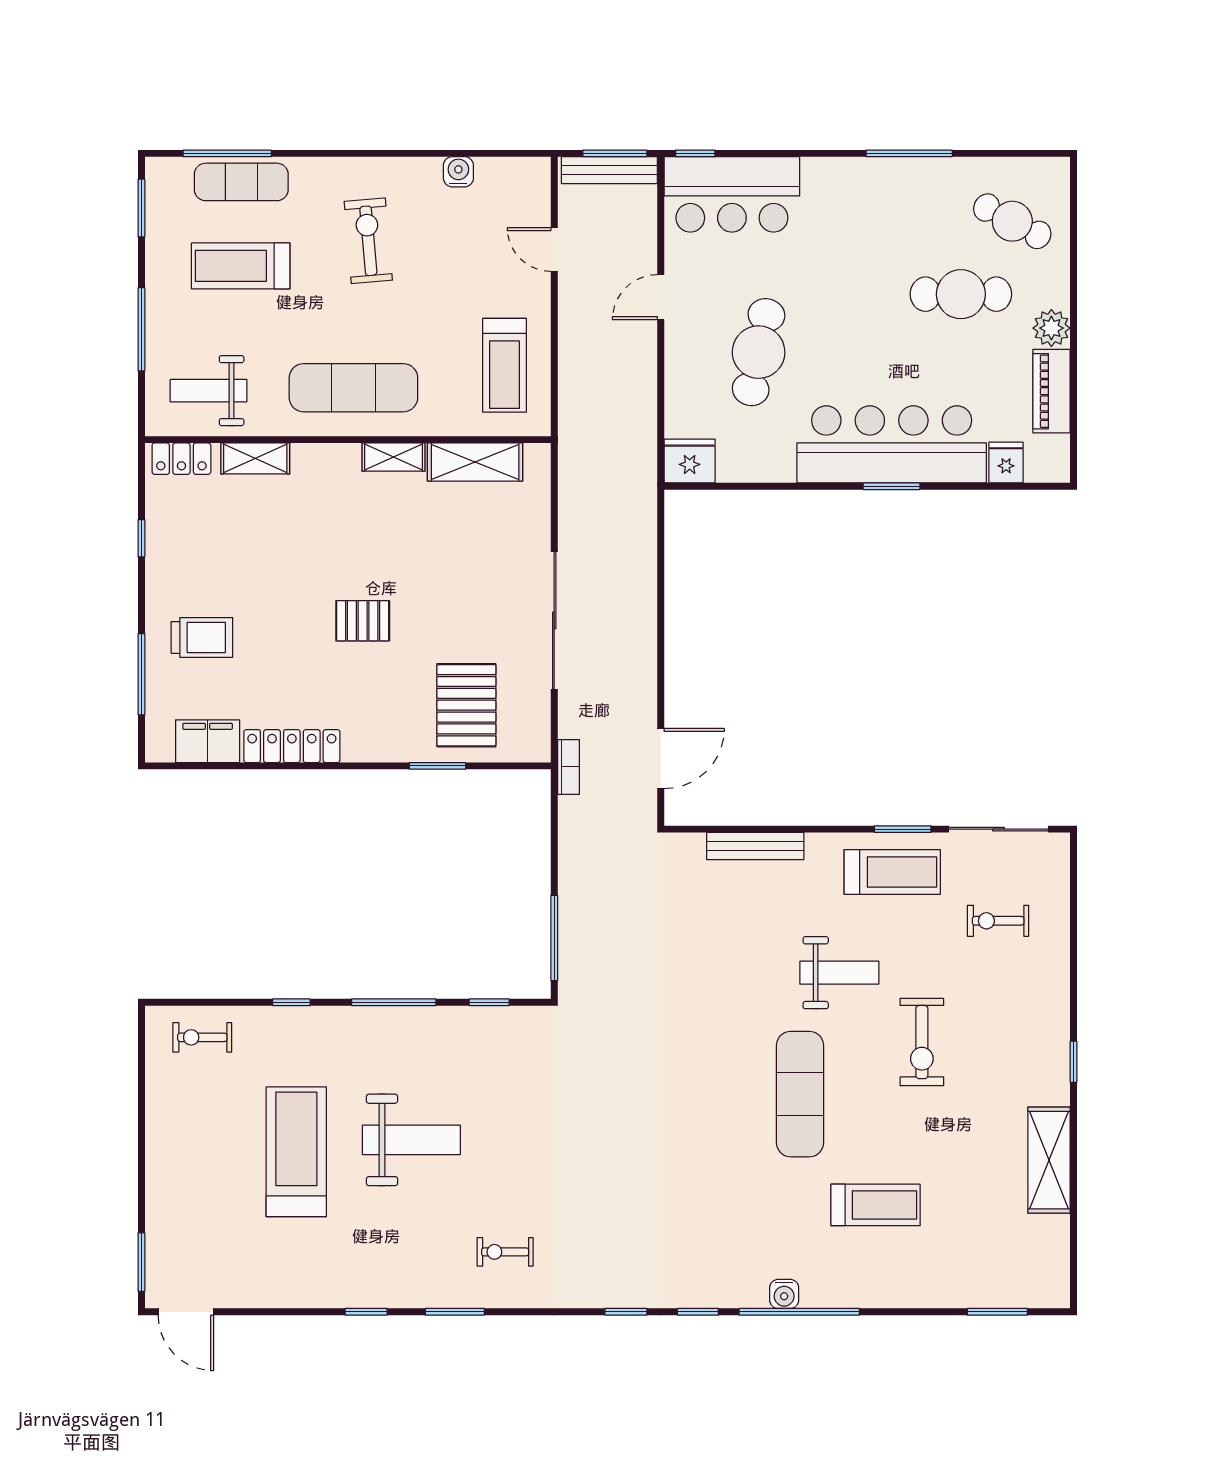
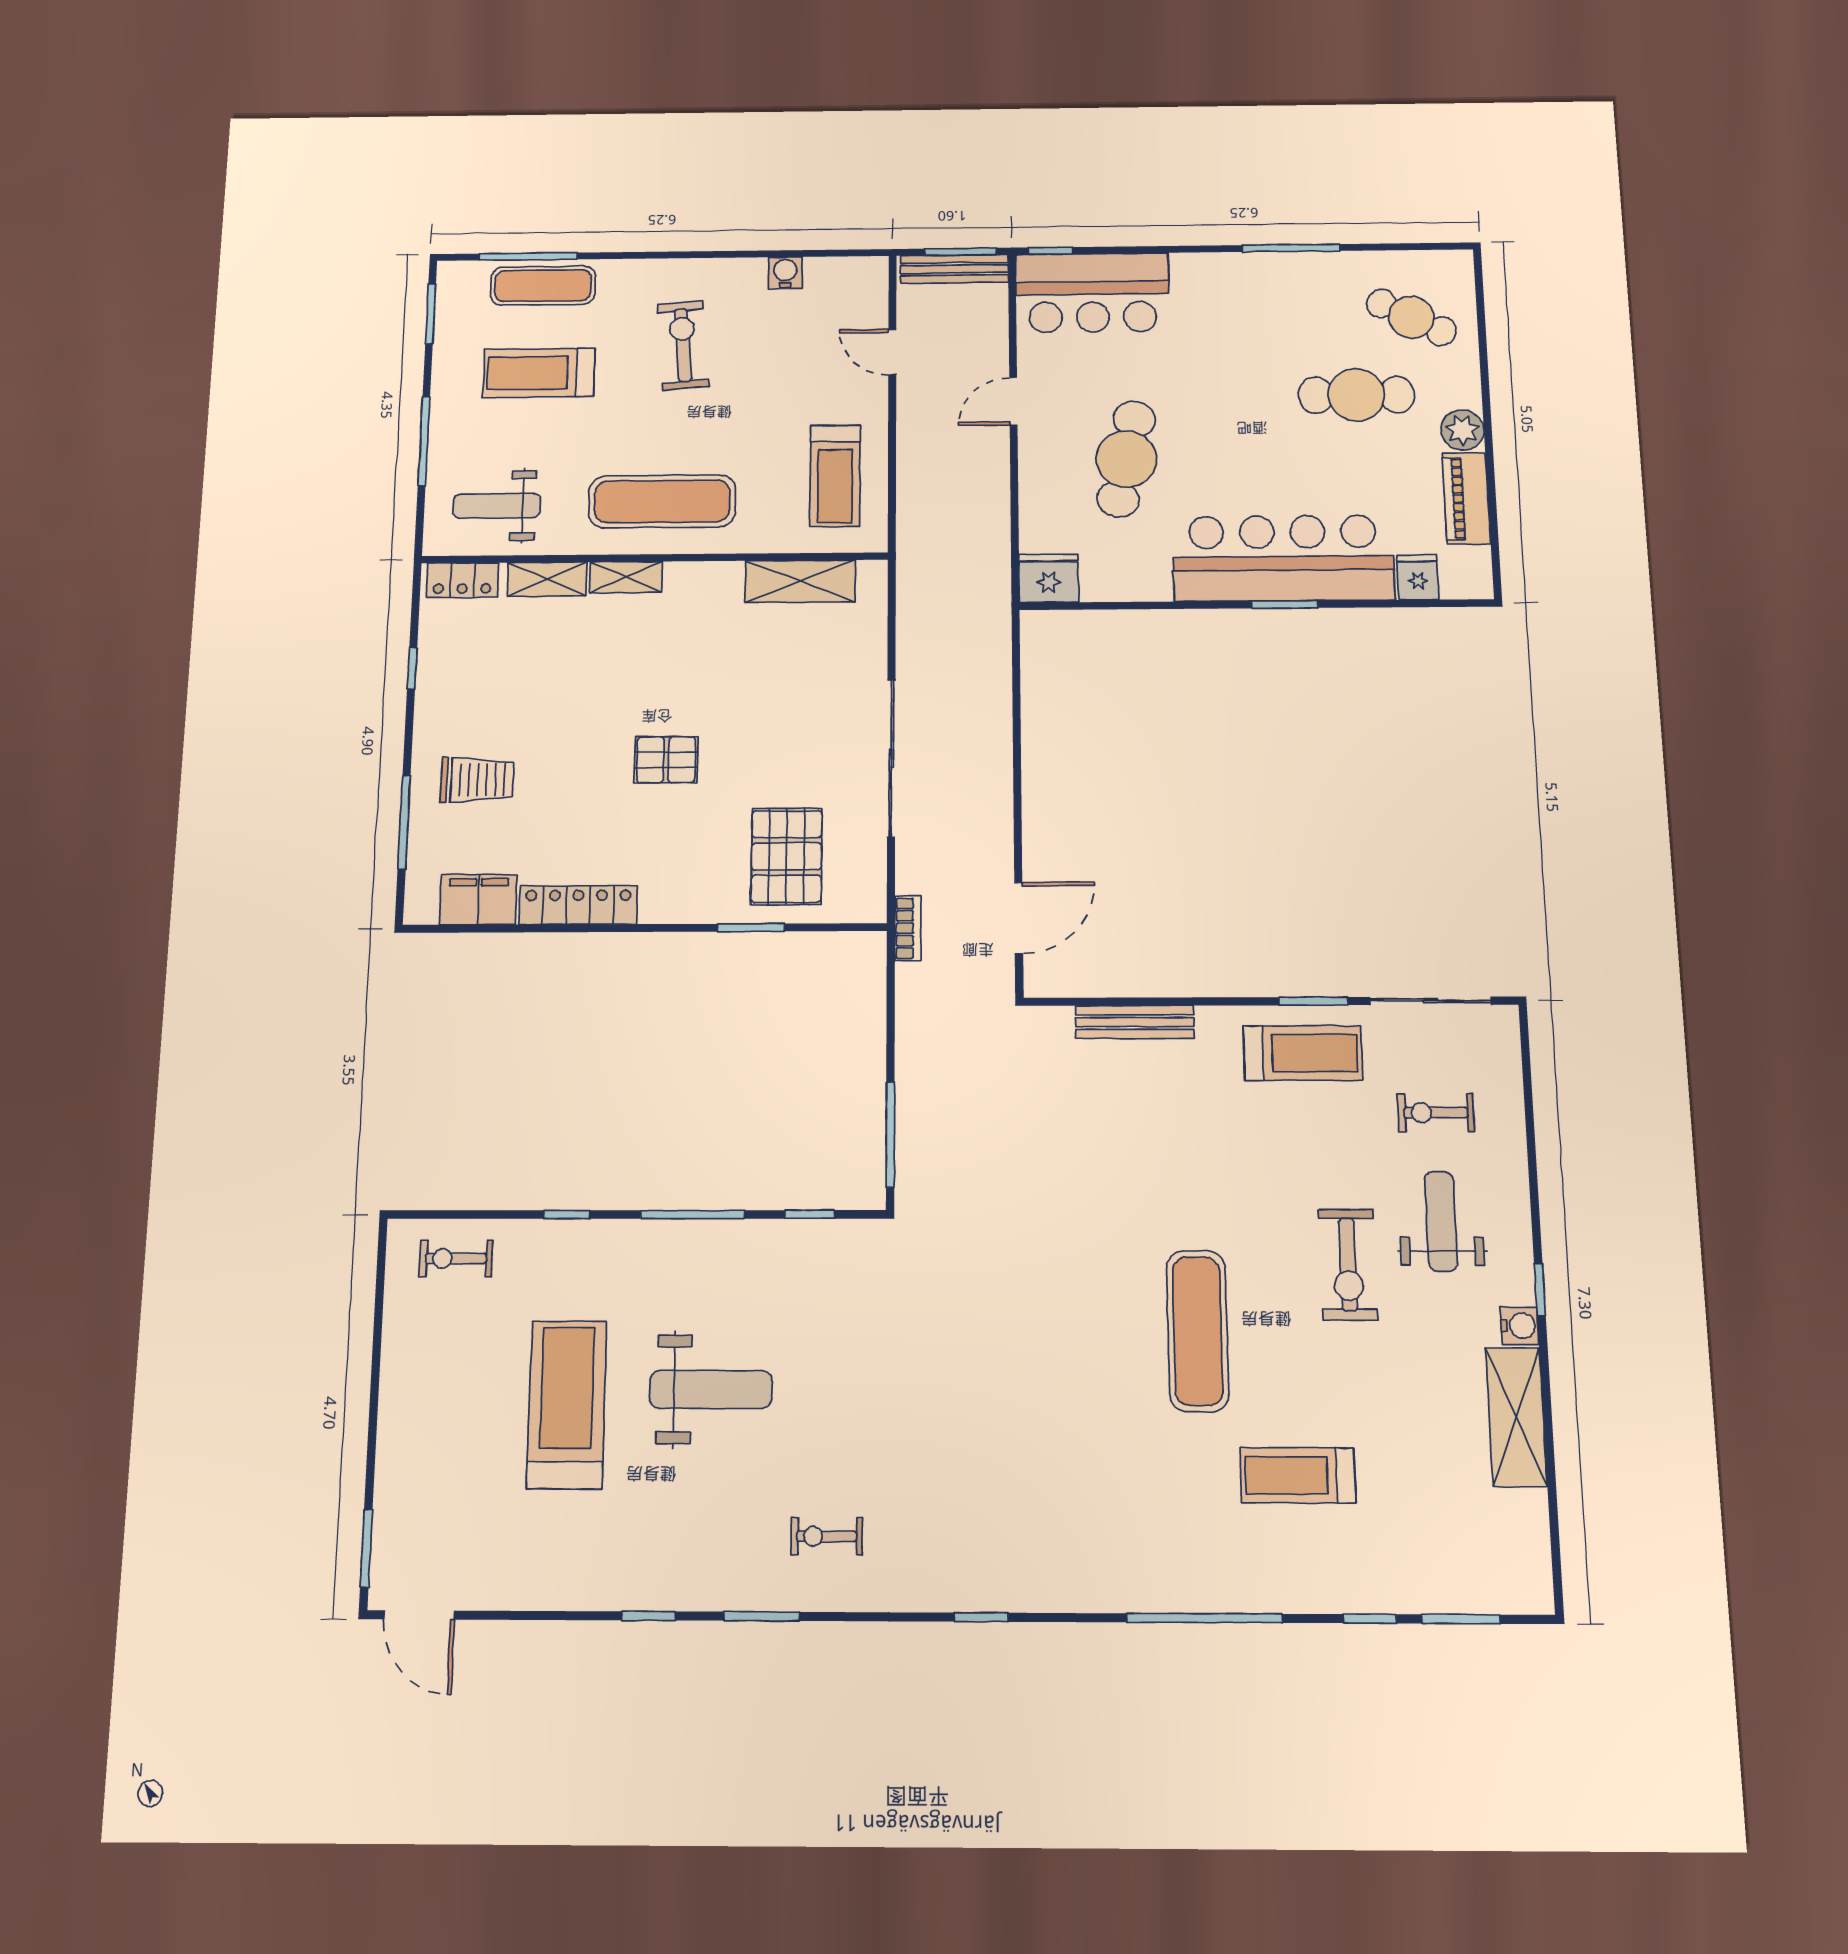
shelving: (393, 457) -> (626, 577), moved
weight bench: (839, 973) -> (1441, 1221), moved, turned -90
treadmill: (876, 1205) -> (1298, 1475), turned 180
water cooler: (784, 1294) -> (1519, 1326), moved, turned -90
window: (698, 1312) -> (1370, 1619), moved

